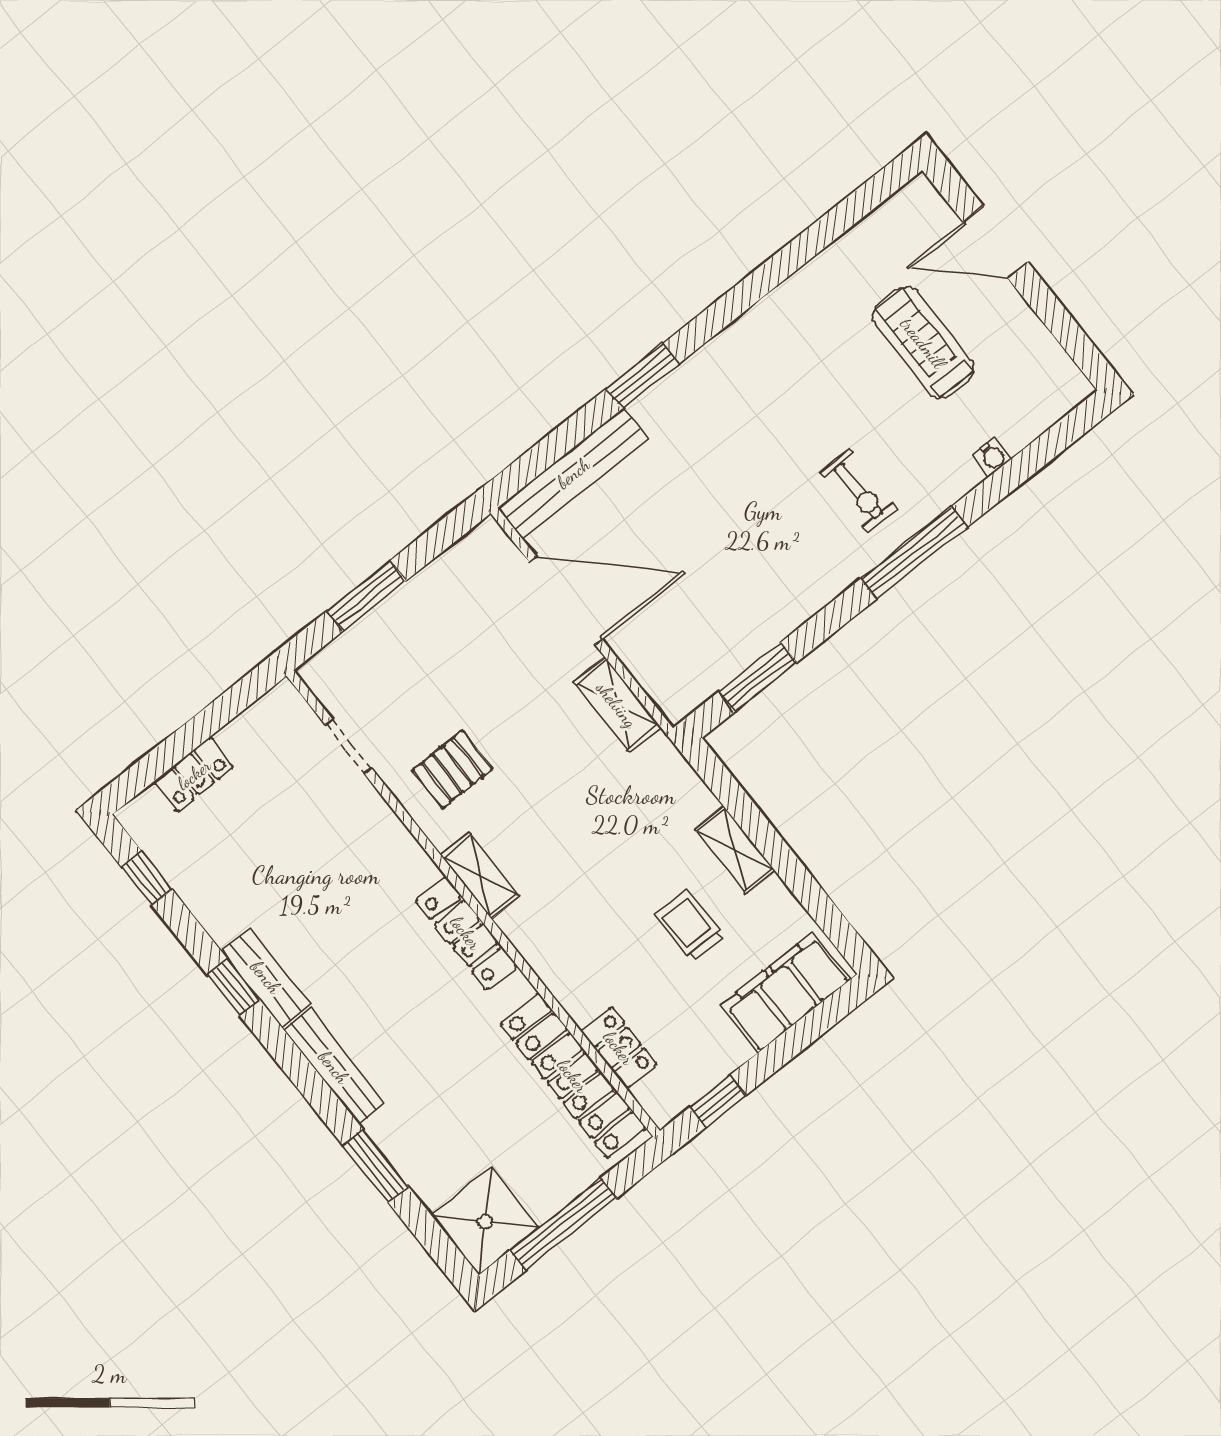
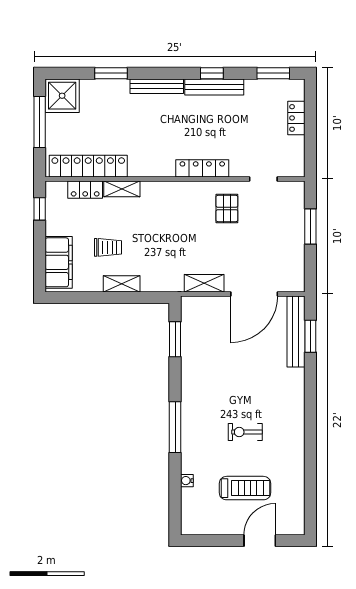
window: (643, 376) -> (310, 336), moved
exercise bike: (858, 491) -> (245, 432), moved
shelving: (480, 876) -> (122, 189), moved
window: (147, 878) -> (273, 73), width x1.50
locker: (466, 933) -> (202, 168), moved
bench: (266, 977) -> (214, 87), width x1.36

